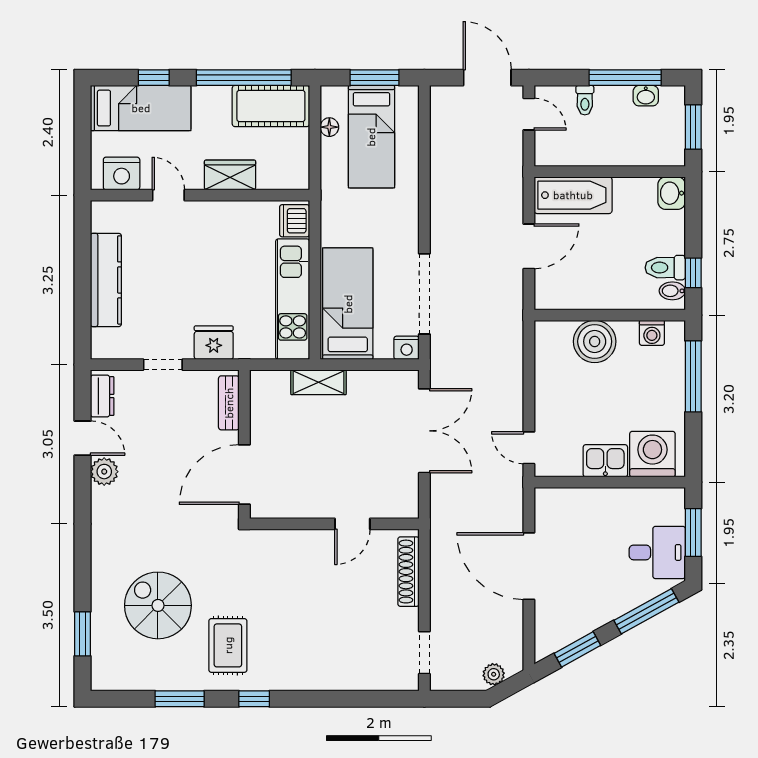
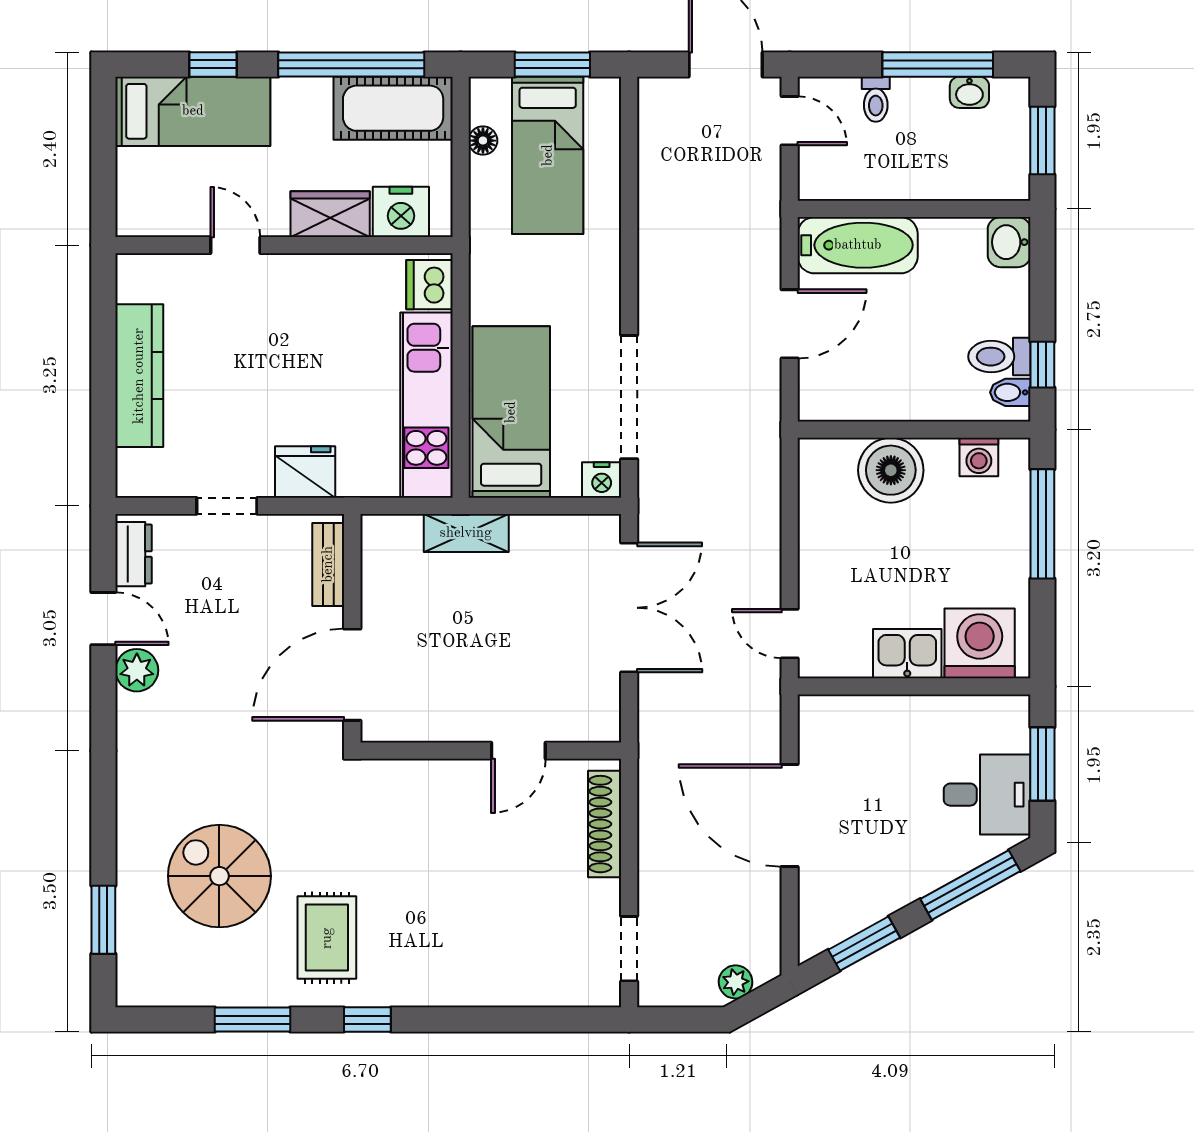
nightstand: (122, 173) -> (401, 212), moved

